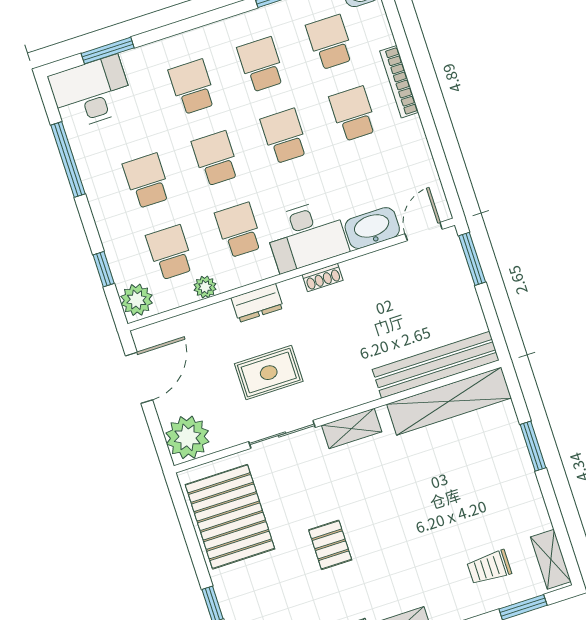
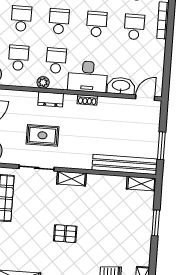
window: (472, 259) -> (161, 146), moved
plant: (205, 287) -> (43, 82), moved
shelving: (449, 401) -> (141, 184), width x0.45, depth x0.75
pallet: (330, 545) -> (65, 234), moved, turned 90

